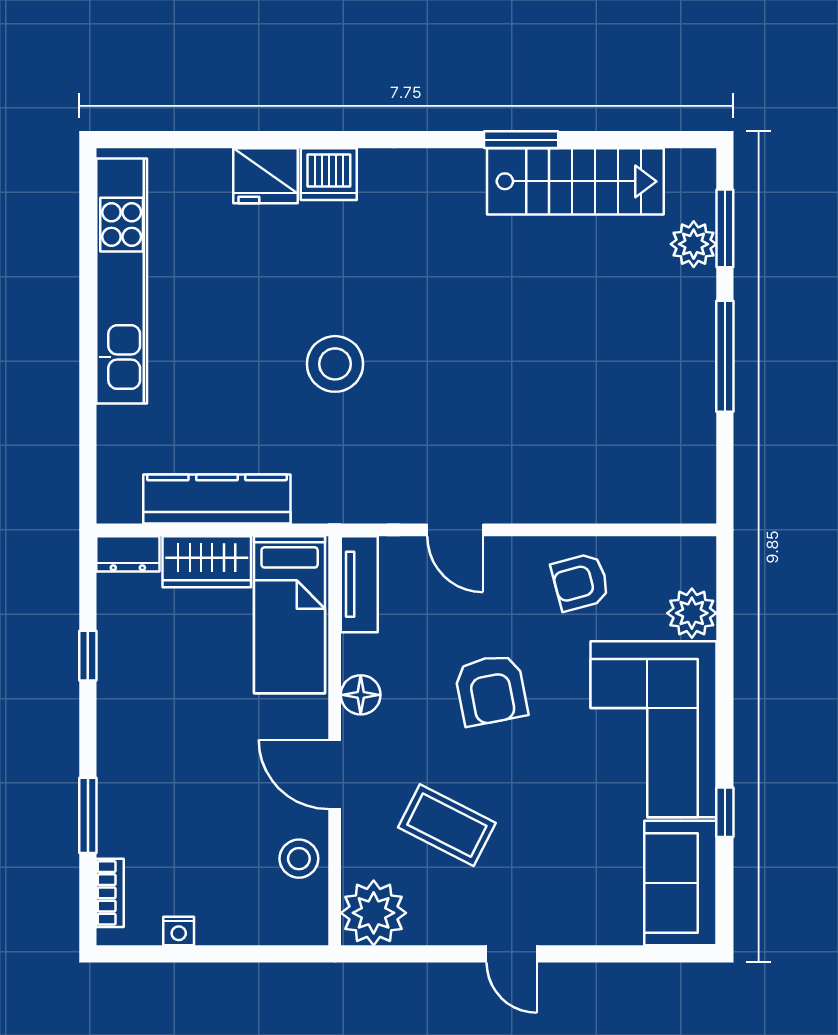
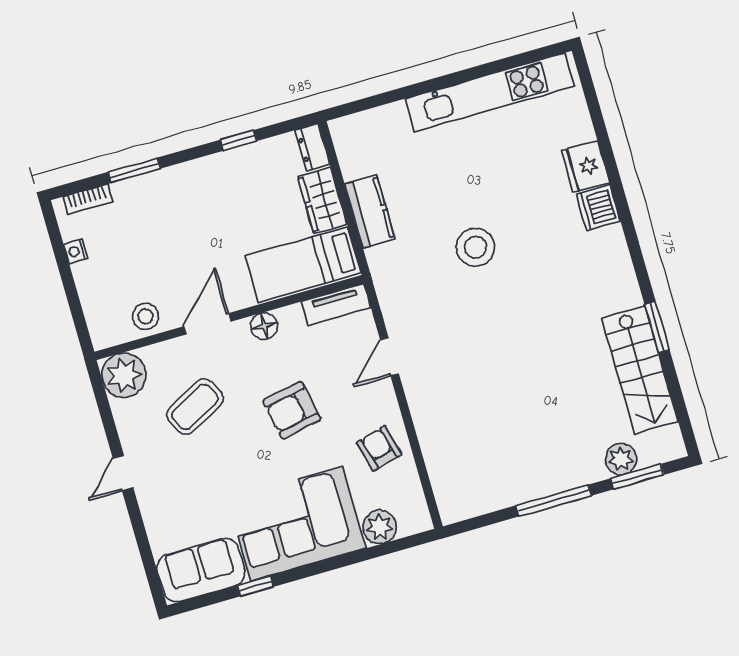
kitchen counter: (217, 499) -> (370, 211), width x0.67
coffee table: (447, 825) -> (195, 407), turned 35

